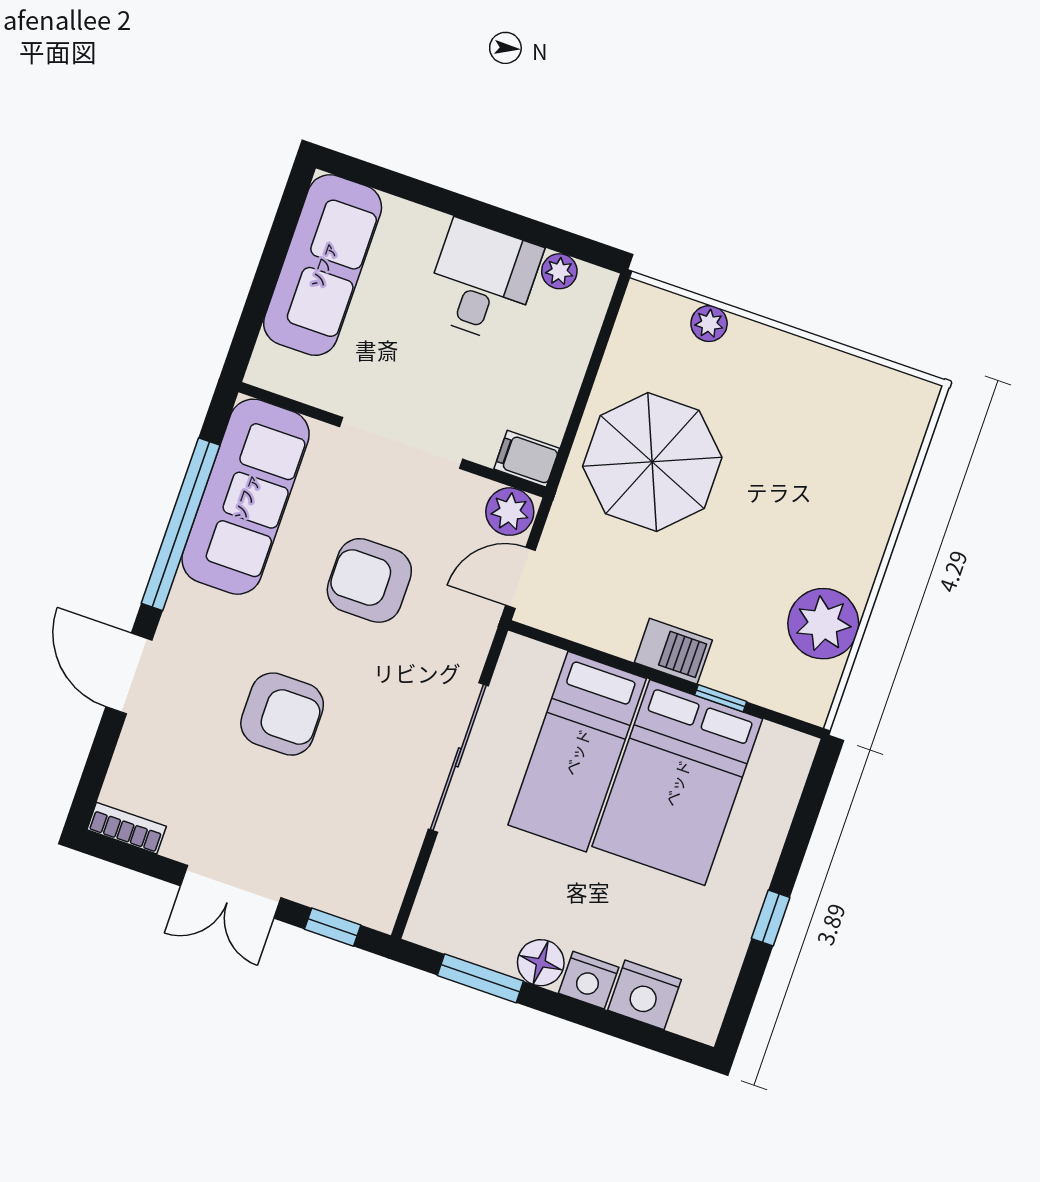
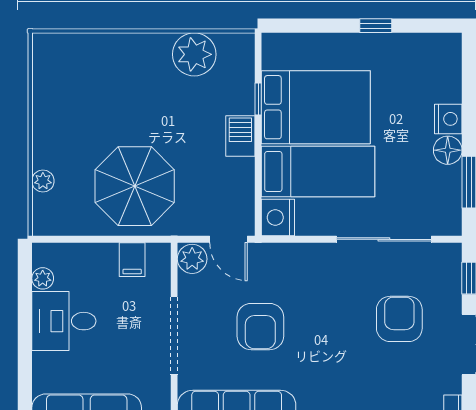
filing cabinet: (527, 459) -> (132, 260), moved
armchair: (282, 714) -> (399, 319), moved
sliding door: (458, 757) -> (384, 239), moved
nightstand: (645, 995) -> (278, 217), moved, turned 180

